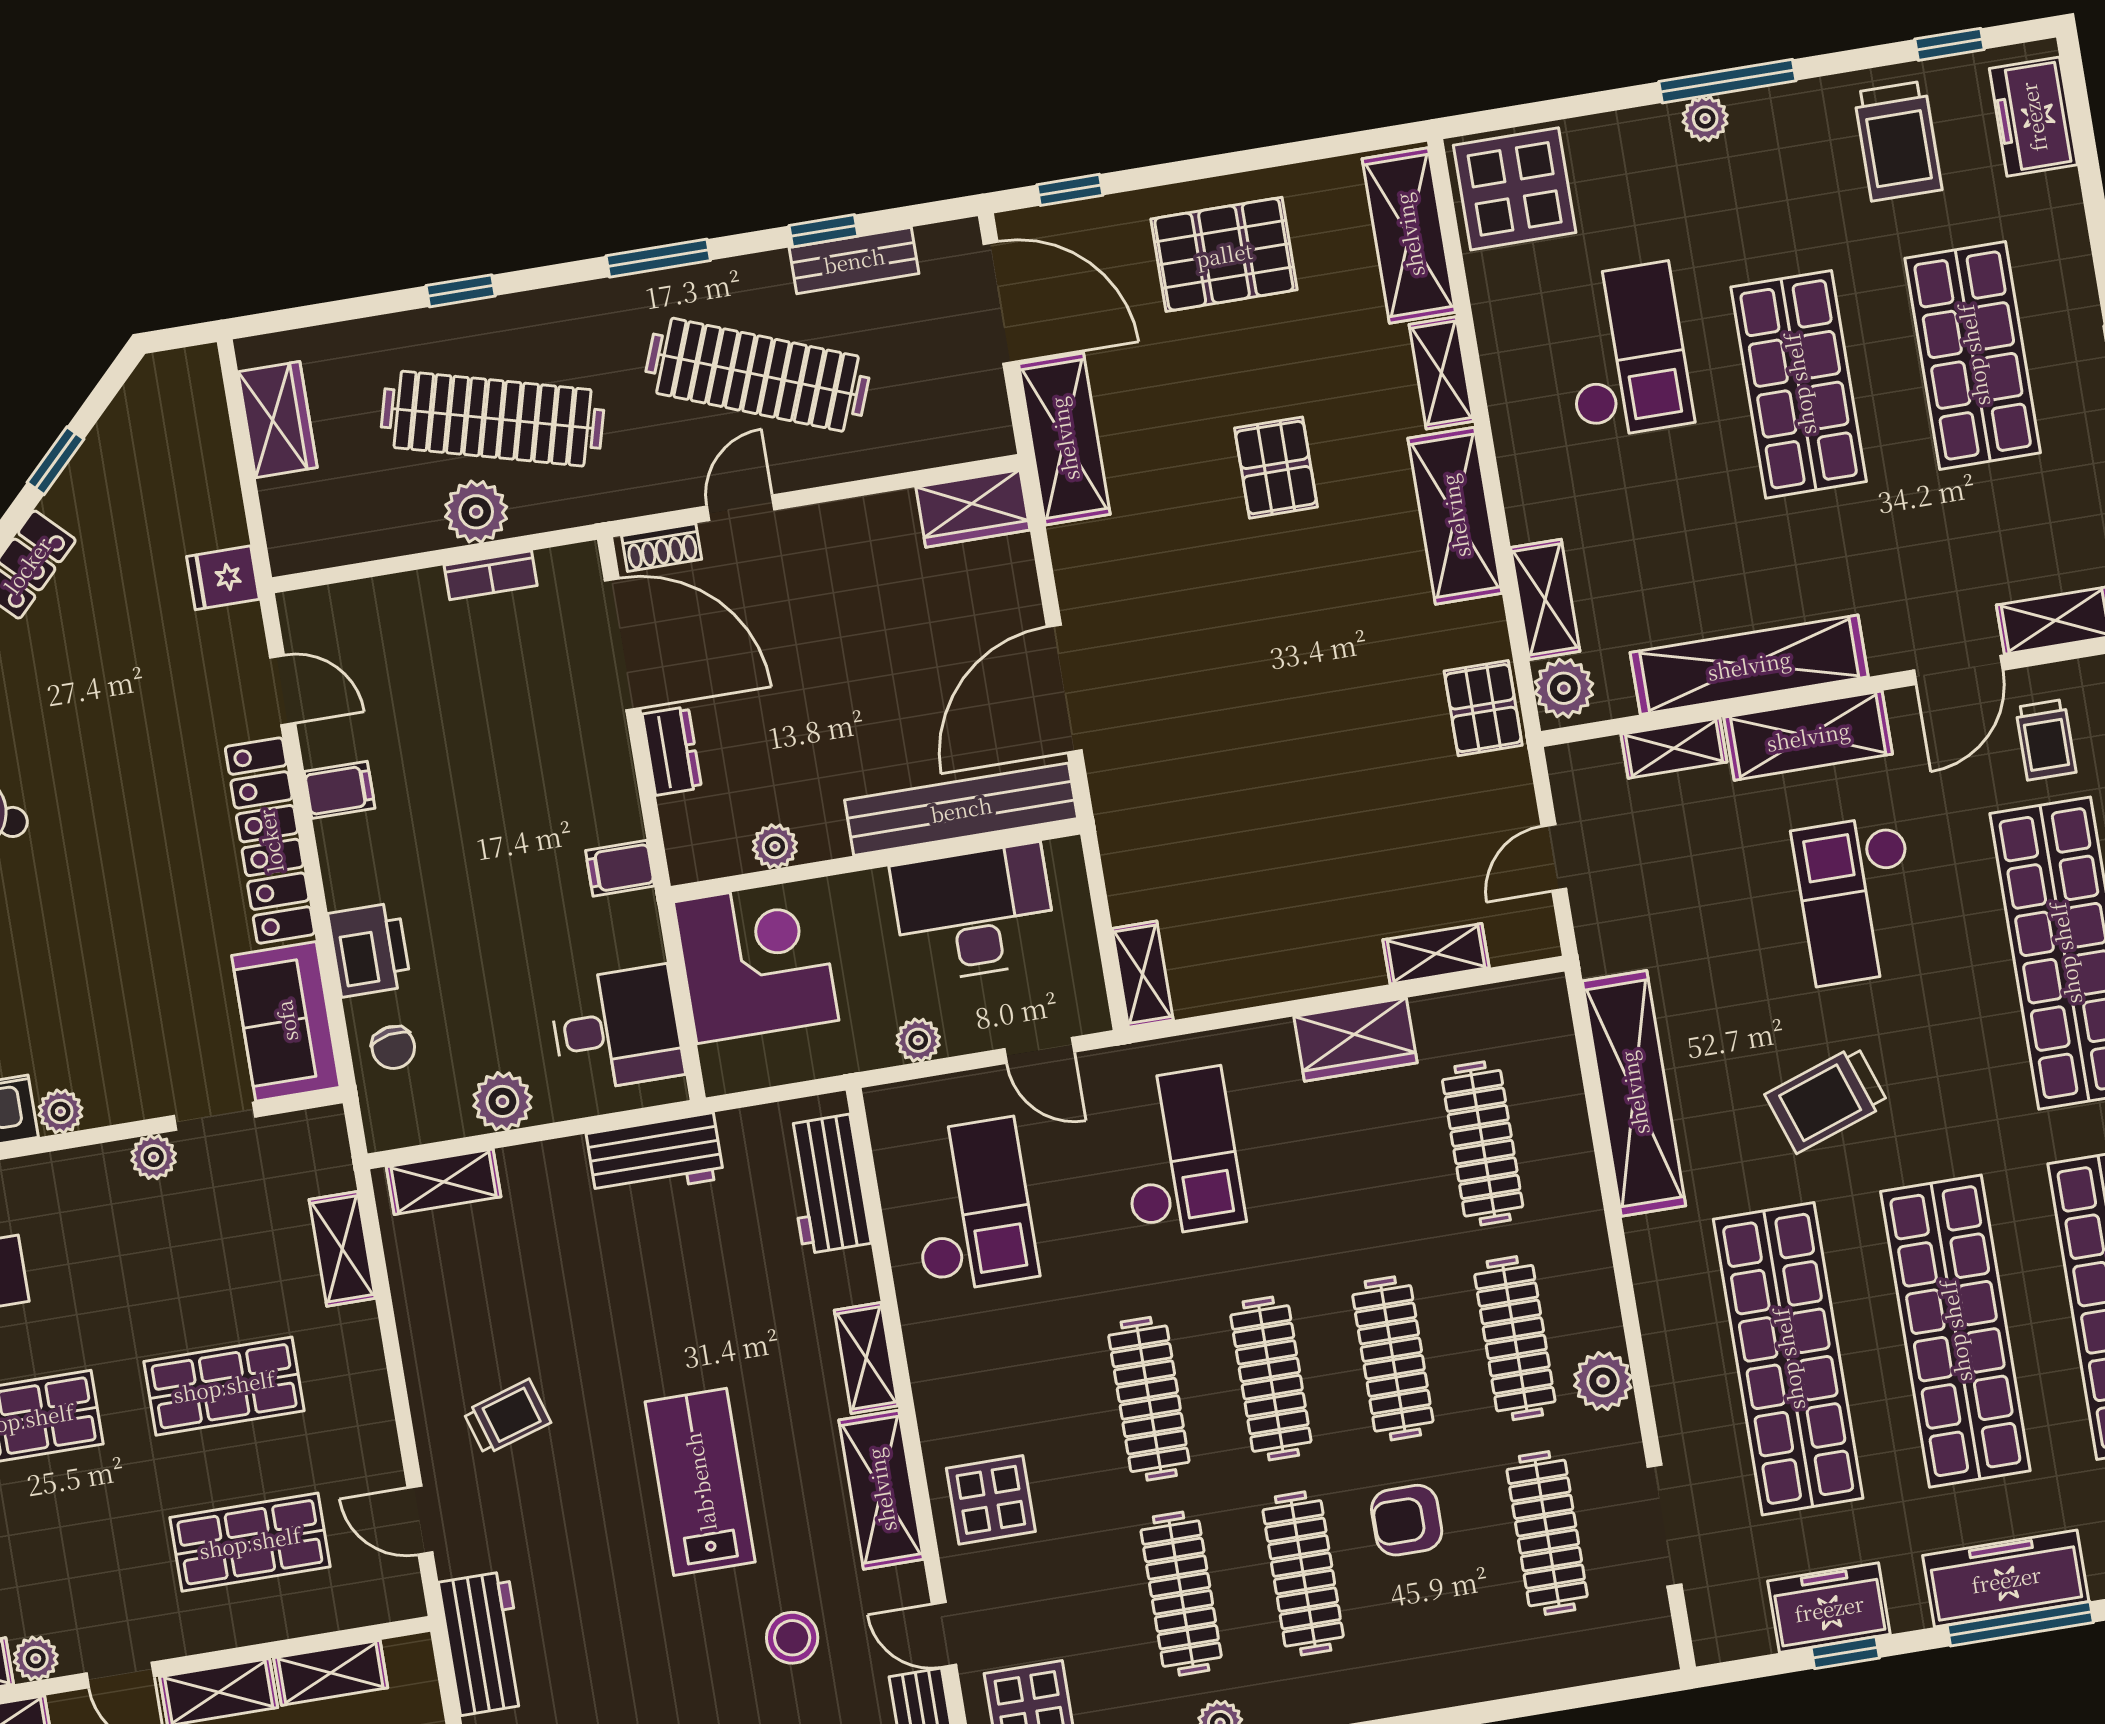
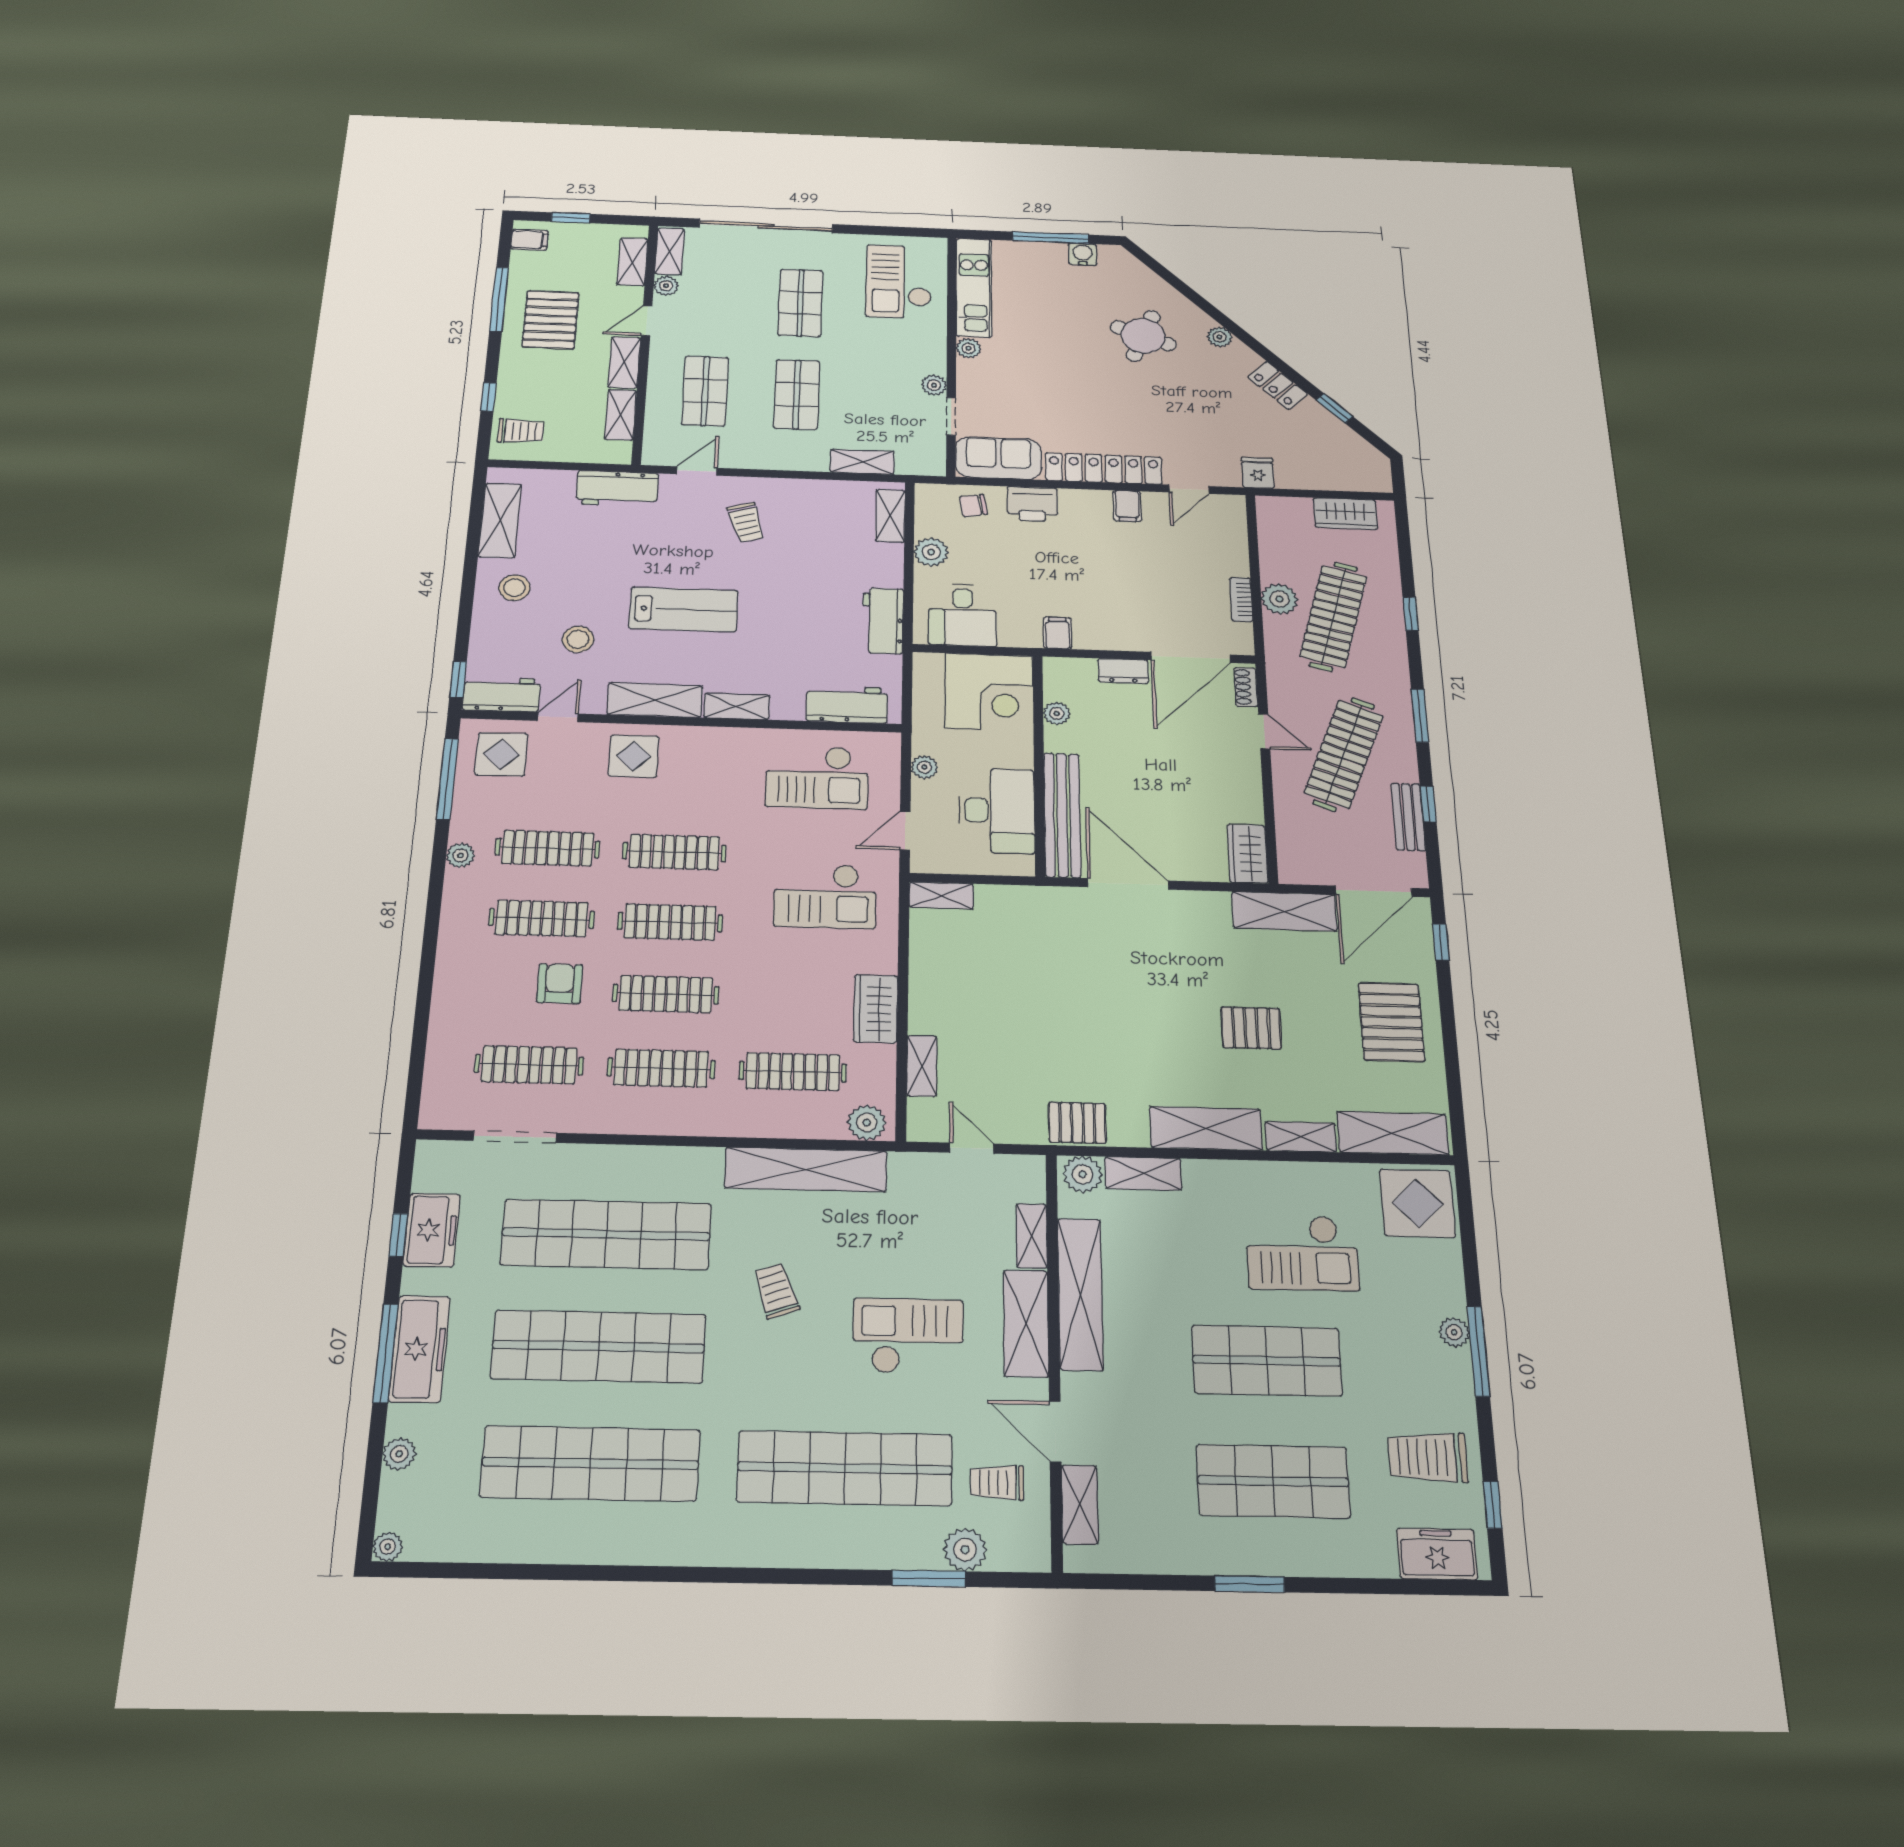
trolley: (1827, 1099) -> (776, 1291), width x0.73, depth x0.72
plant: (1603, 1381) -> (867, 1123), moved

